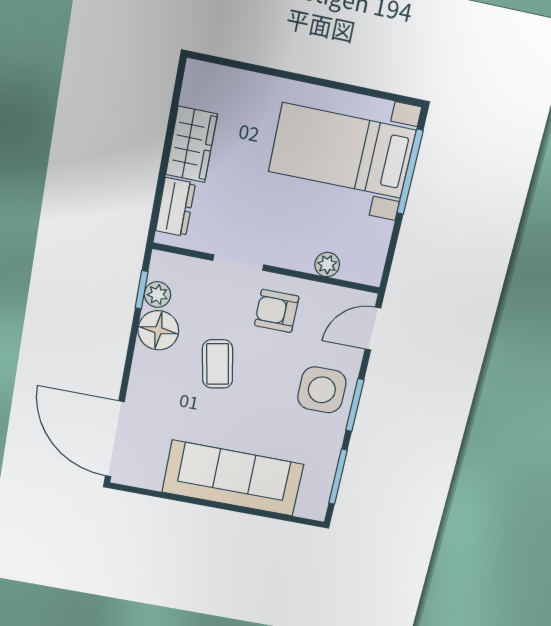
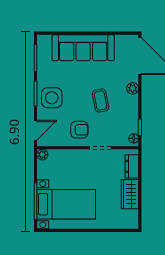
plant: (327, 265) -> (42, 155), moved
plant: (157, 294) -> (133, 88), moved
floor lamp: (158, 330) -> (134, 138), moved, width x0.53, depth x0.53

